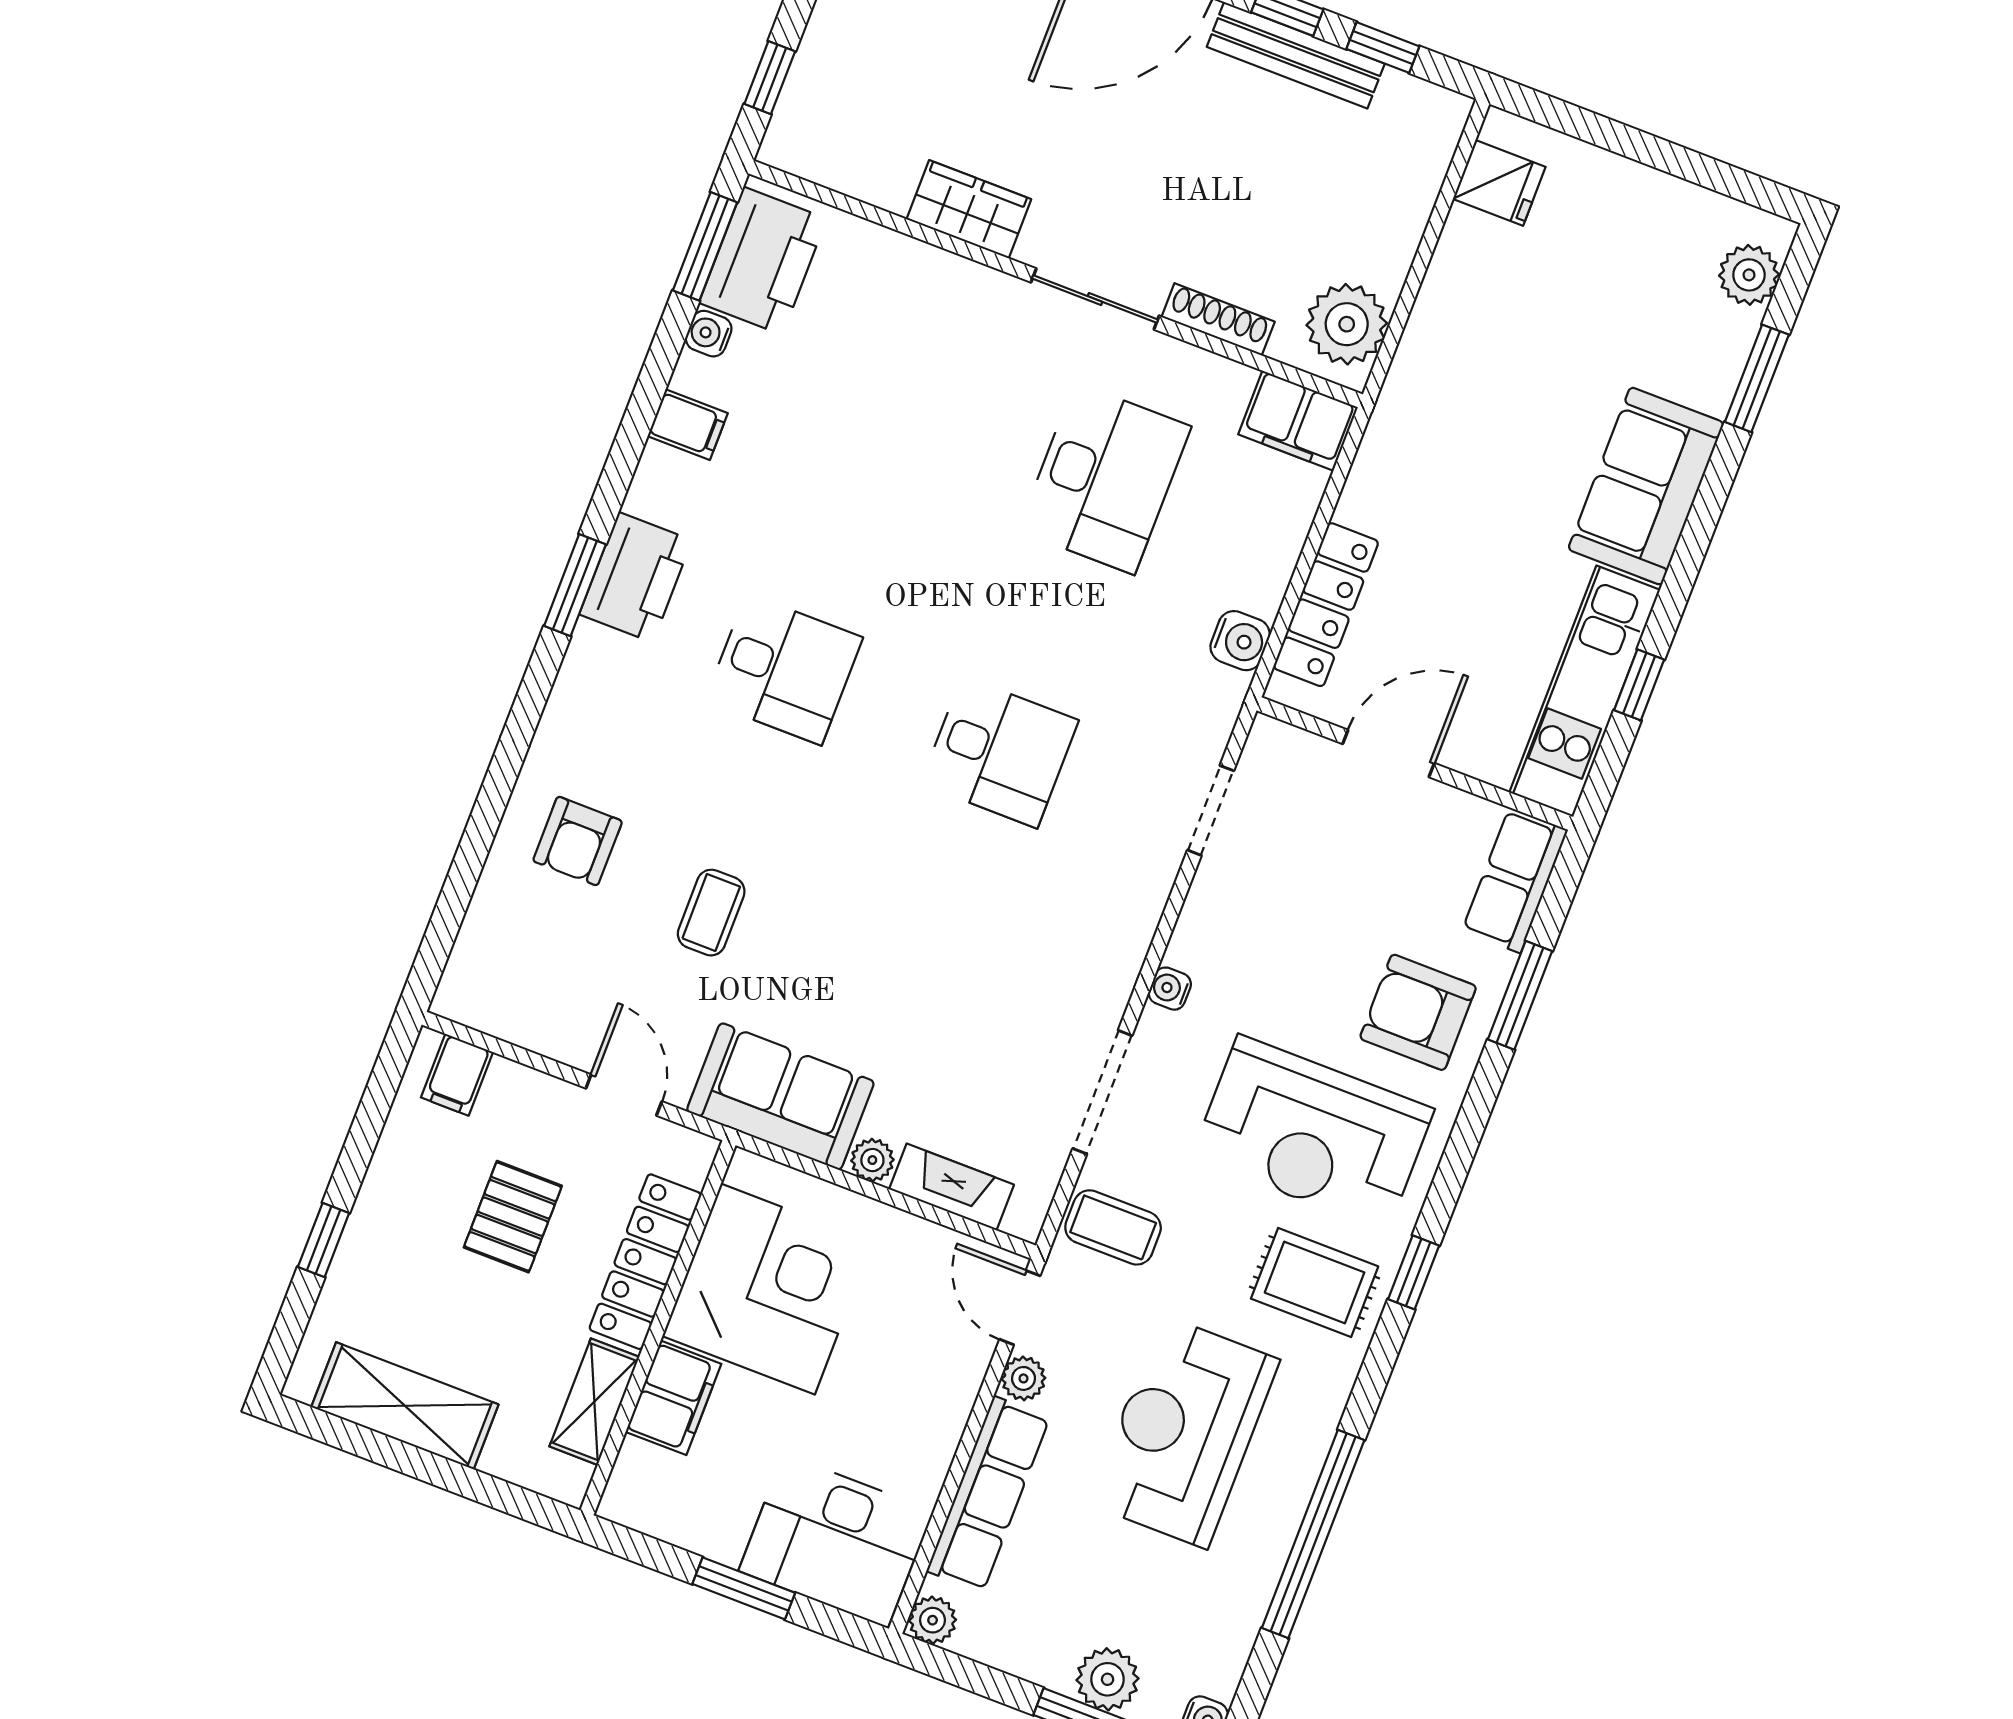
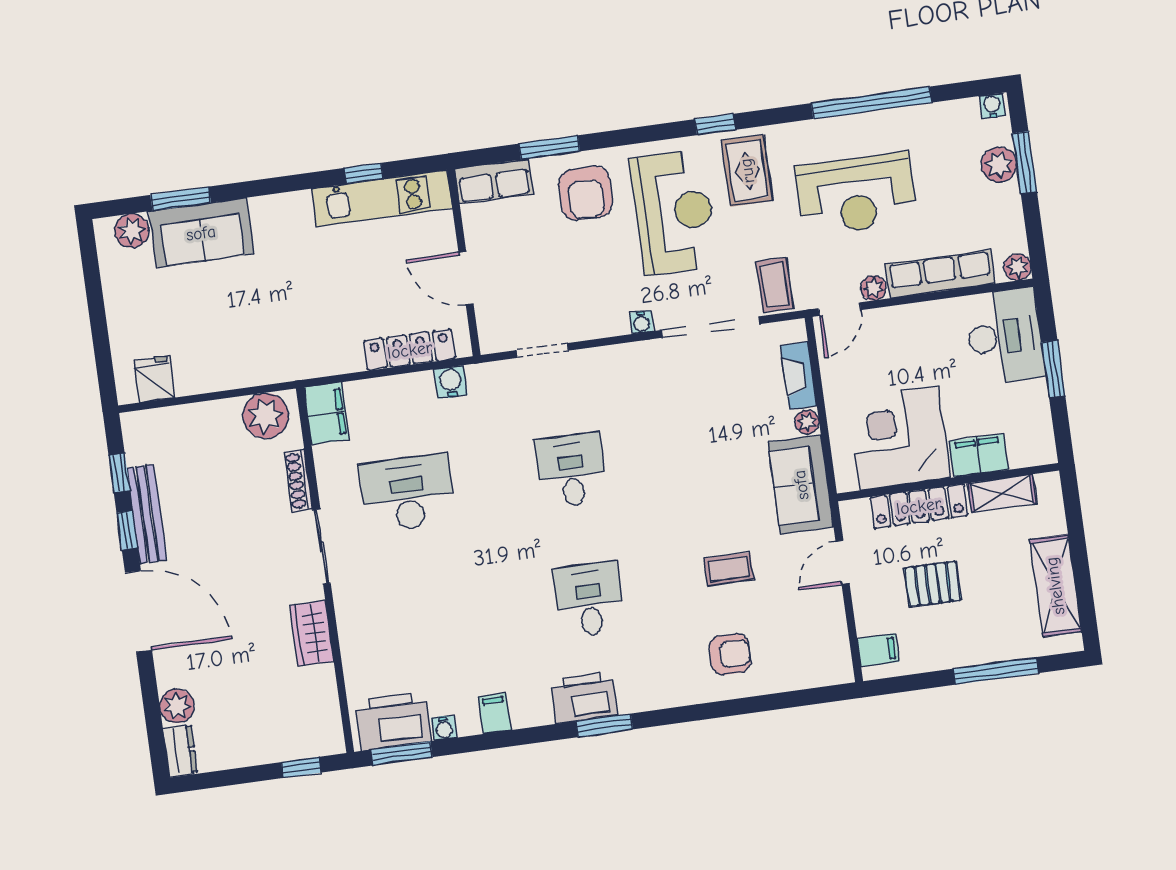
sofa: (1646, 486) -> (201, 233), moved
doorway: (1102, 1092) -> (711, 327), width x1.36
window: (324, 1240) -> (996, 671), width x2.17

